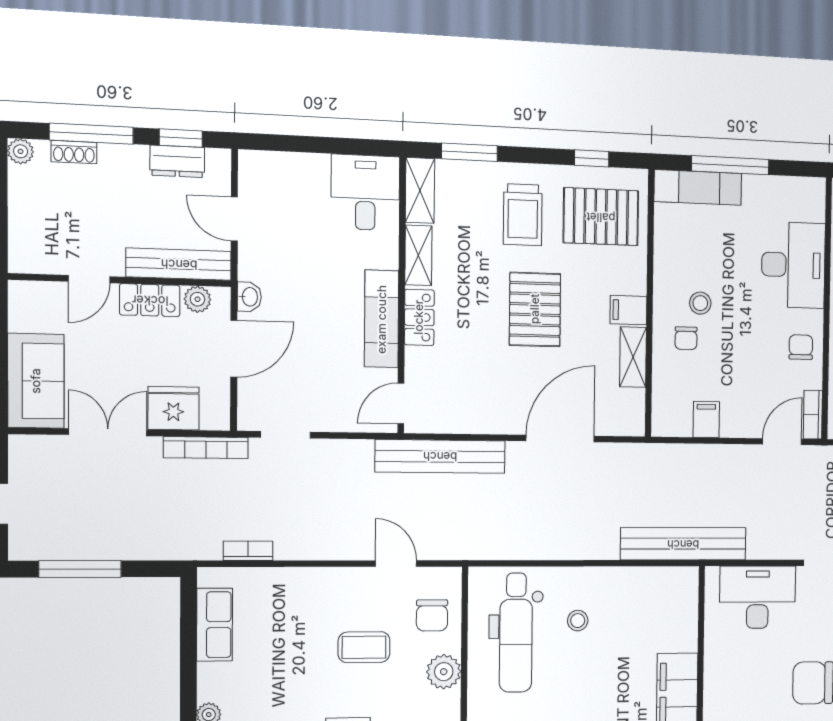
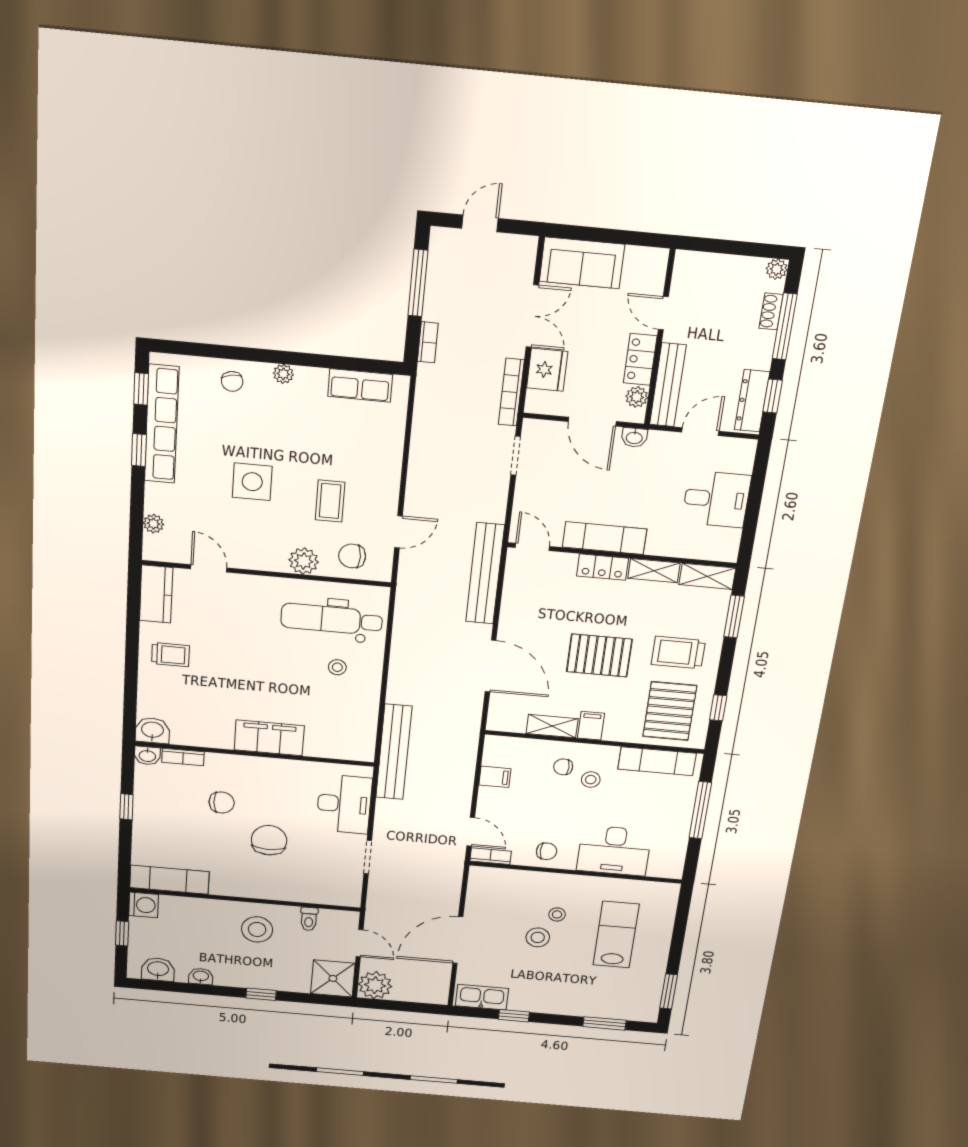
dresser: (177, 161) -> (752, 401), width x1.44
exam couch: (698, 187) -> (657, 761), moved, turned -90
desk: (365, 193) -> (716, 499), moved
bookcase: (248, 551) -> (428, 342), moved

